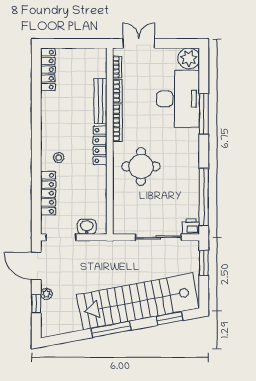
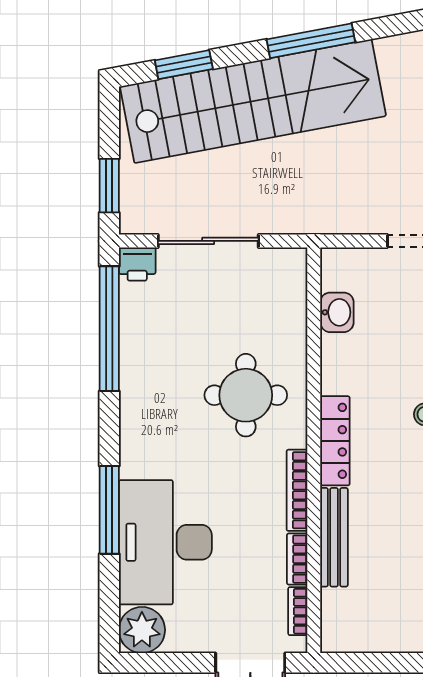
washbasin: (87, 227) -> (337, 312), moved, turned -90

